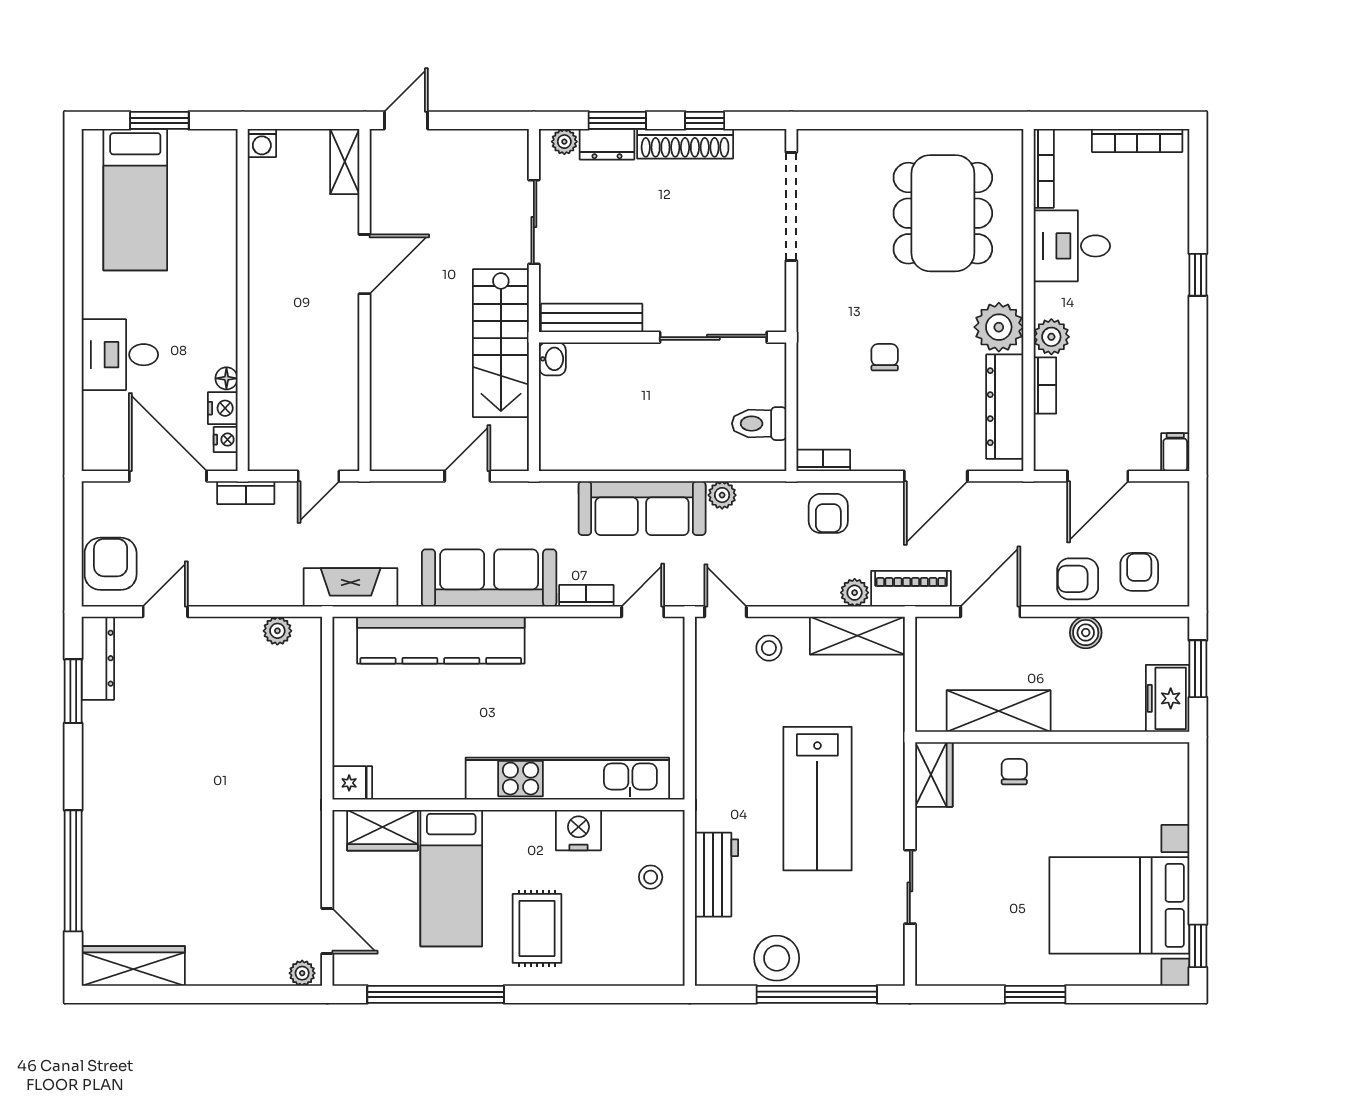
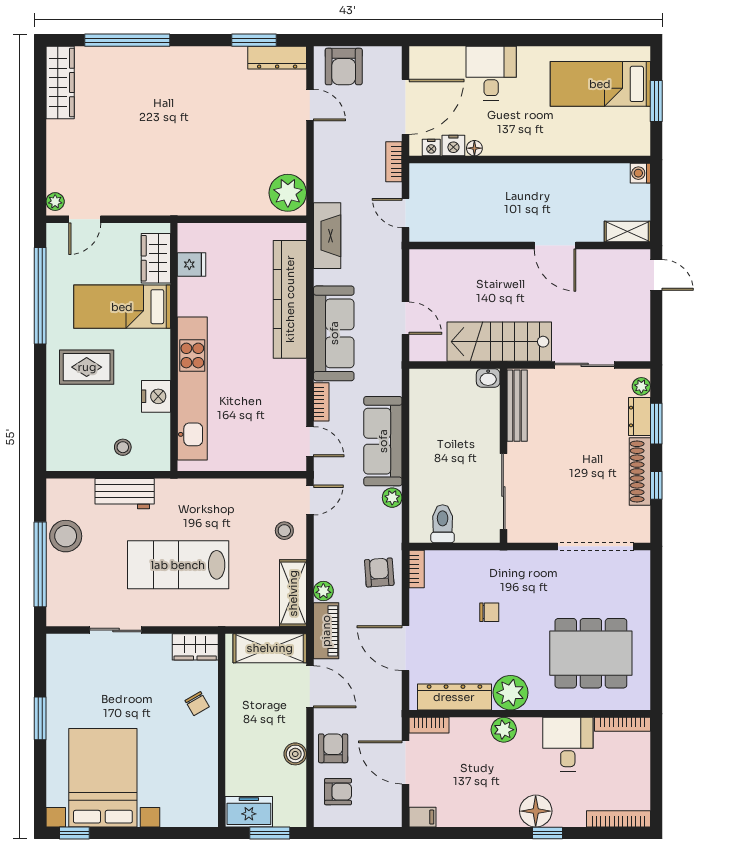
bookcase: (1137, 140) -> (618, 819), moved, turned 90
floor lamp: (1167, 291) -> (536, 811), added
bookcase: (1045, 385) -> (429, 725), moved
armchair: (828, 513) -> (379, 572), turned 86
armchair: (111, 564) -> (344, 66), turned 90
plant: (277, 631) -> (288, 193), width x1.88, depth x1.88
shelving: (999, 711) -> (270, 648), moved, turned 90
chair: (1014, 772) -> (197, 704), turned 60
fridge: (352, 783) -> (192, 264), moved, turned -90

